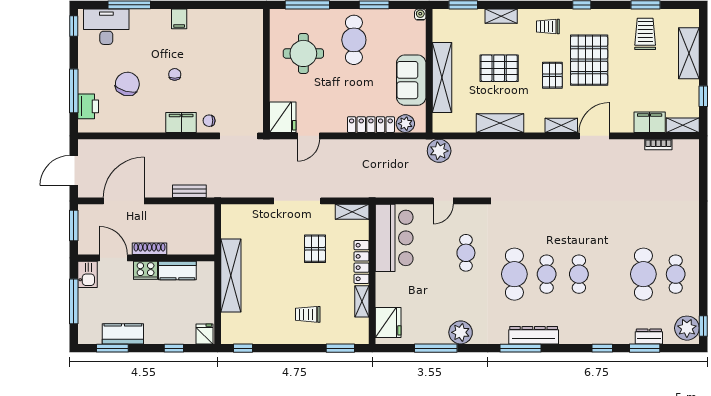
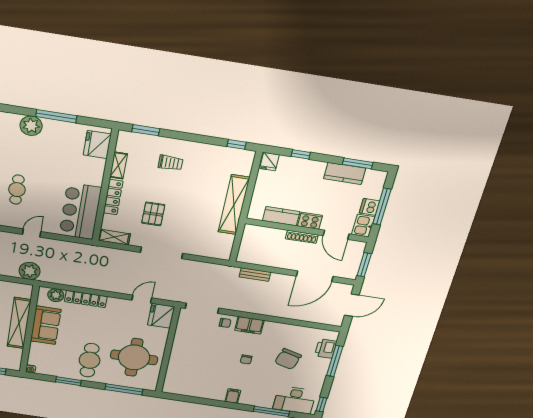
round table: (303, 53) -> (134, 357), width x1.36, depth x1.36
dishwasher: (87, 298) -> (369, 207), added

